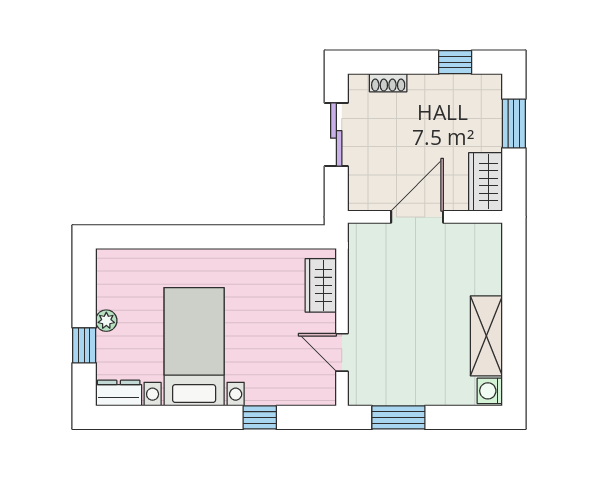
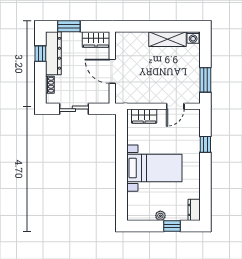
dresser: (456, 90) -> (53, 53), added
bed with nightstands: (194, 347) -> (154, 168), moved, turned 180

